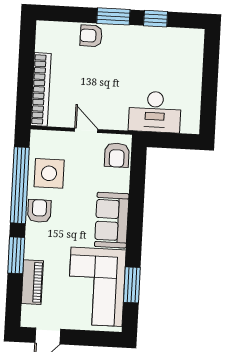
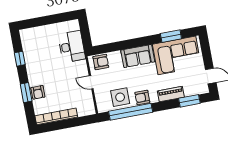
window: (113, 16) -> (26, 93), moved
bookcase: (41, 89) -> (56, 116), moved
door: (86, 130) -> (91, 82), hinge flipped
window: (16, 255) -> (189, 101), moved
piano: (32, 282) -> (171, 94), moved

